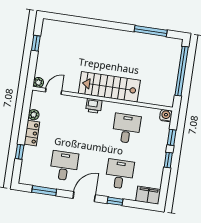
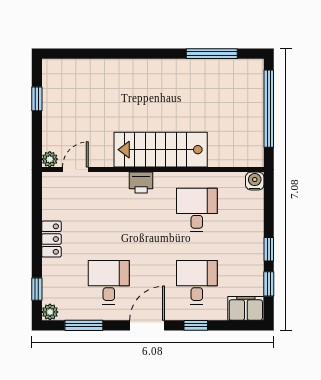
plant: (34, 115) -> (50, 312), moved
window: (172, 137) -> (269, 284), moved
window: (20, 152) -> (37, 289), moved

